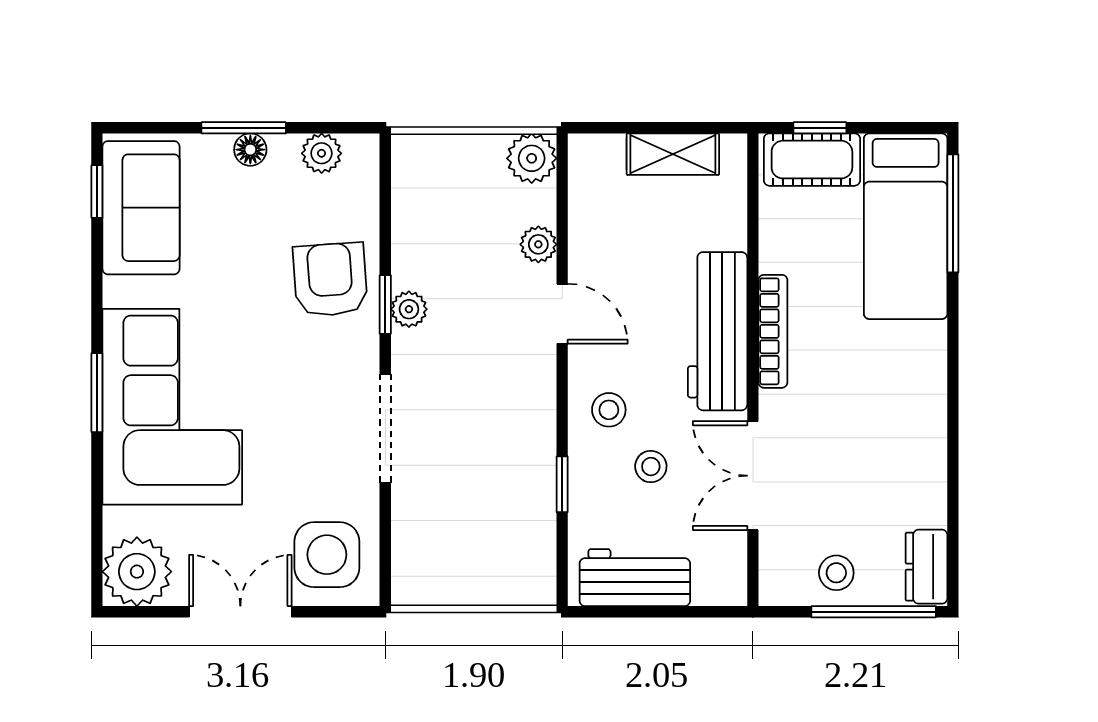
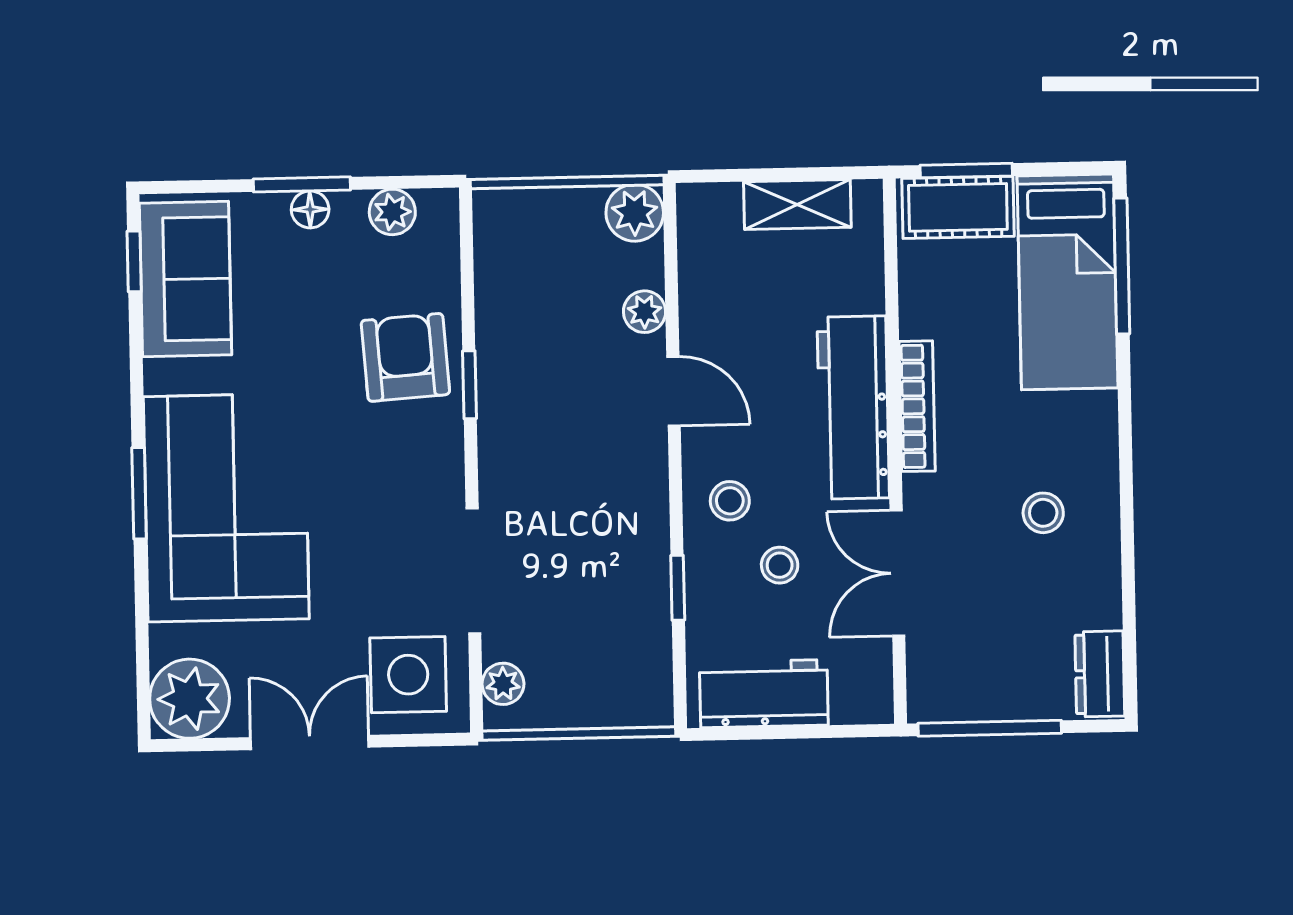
window: (820, 128) -> (966, 171), width x1.50
plant: (409, 309) -> (503, 684), moved
doorway: (385, 428) -> (473, 571), moved
stool: (836, 573) -> (1043, 513), moved
window: (874, 612) -> (990, 728), moved

